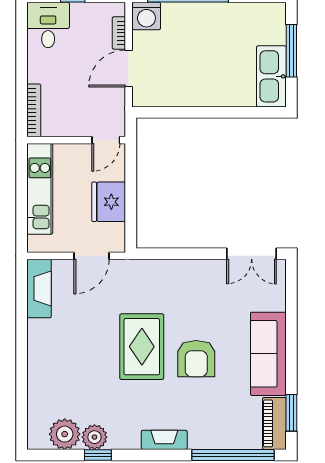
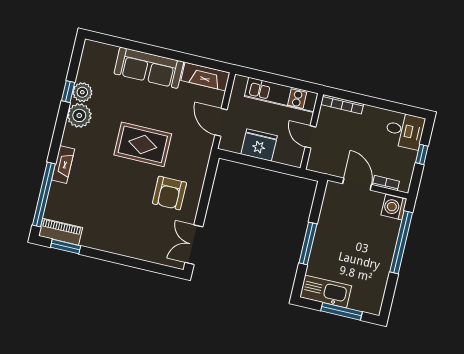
window: (217, 112) -> (308, 243), added
door: (106, 140) -> (310, 137), moved
sofa: (268, 354) -> (149, 68), moved, turned 180
armchair: (196, 359) -> (169, 193), moved, turned -90
plant: (65, 434) -> (79, 115), moved
fireplace: (164, 440) -> (63, 165), moved

